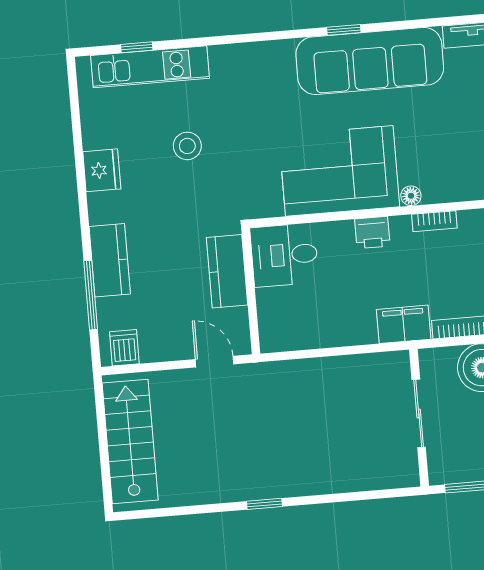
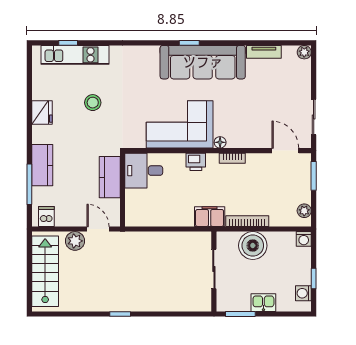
plant: (177, 385) -> (75, 241), added

